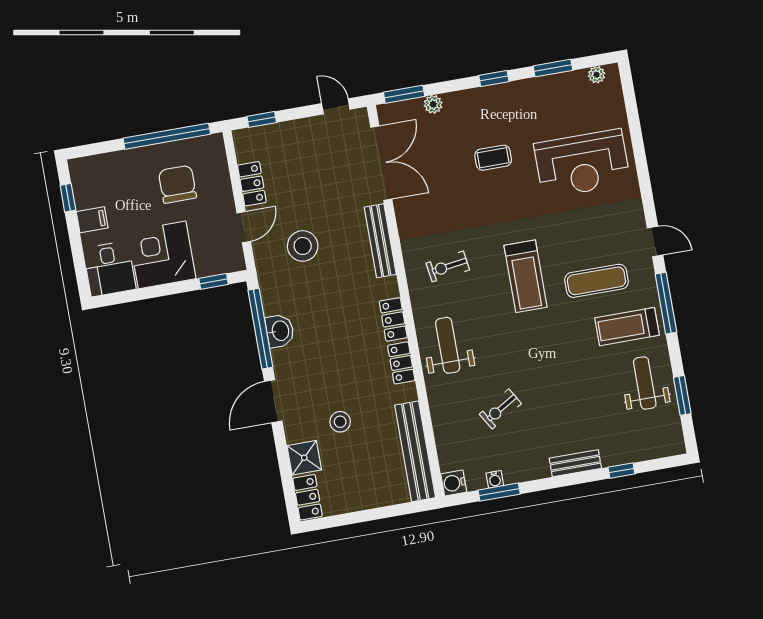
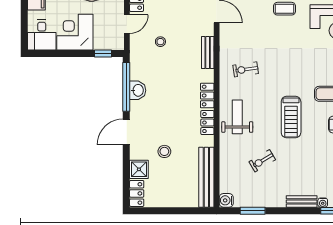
bench: (380, 241) -> (208, 53), width x0.73
stool: (303, 246) -> (160, 42), width x0.53, depth x0.53
treadmill: (526, 276) -> (291, 117), moved
water cooler: (495, 479) -> (323, 203), moved

